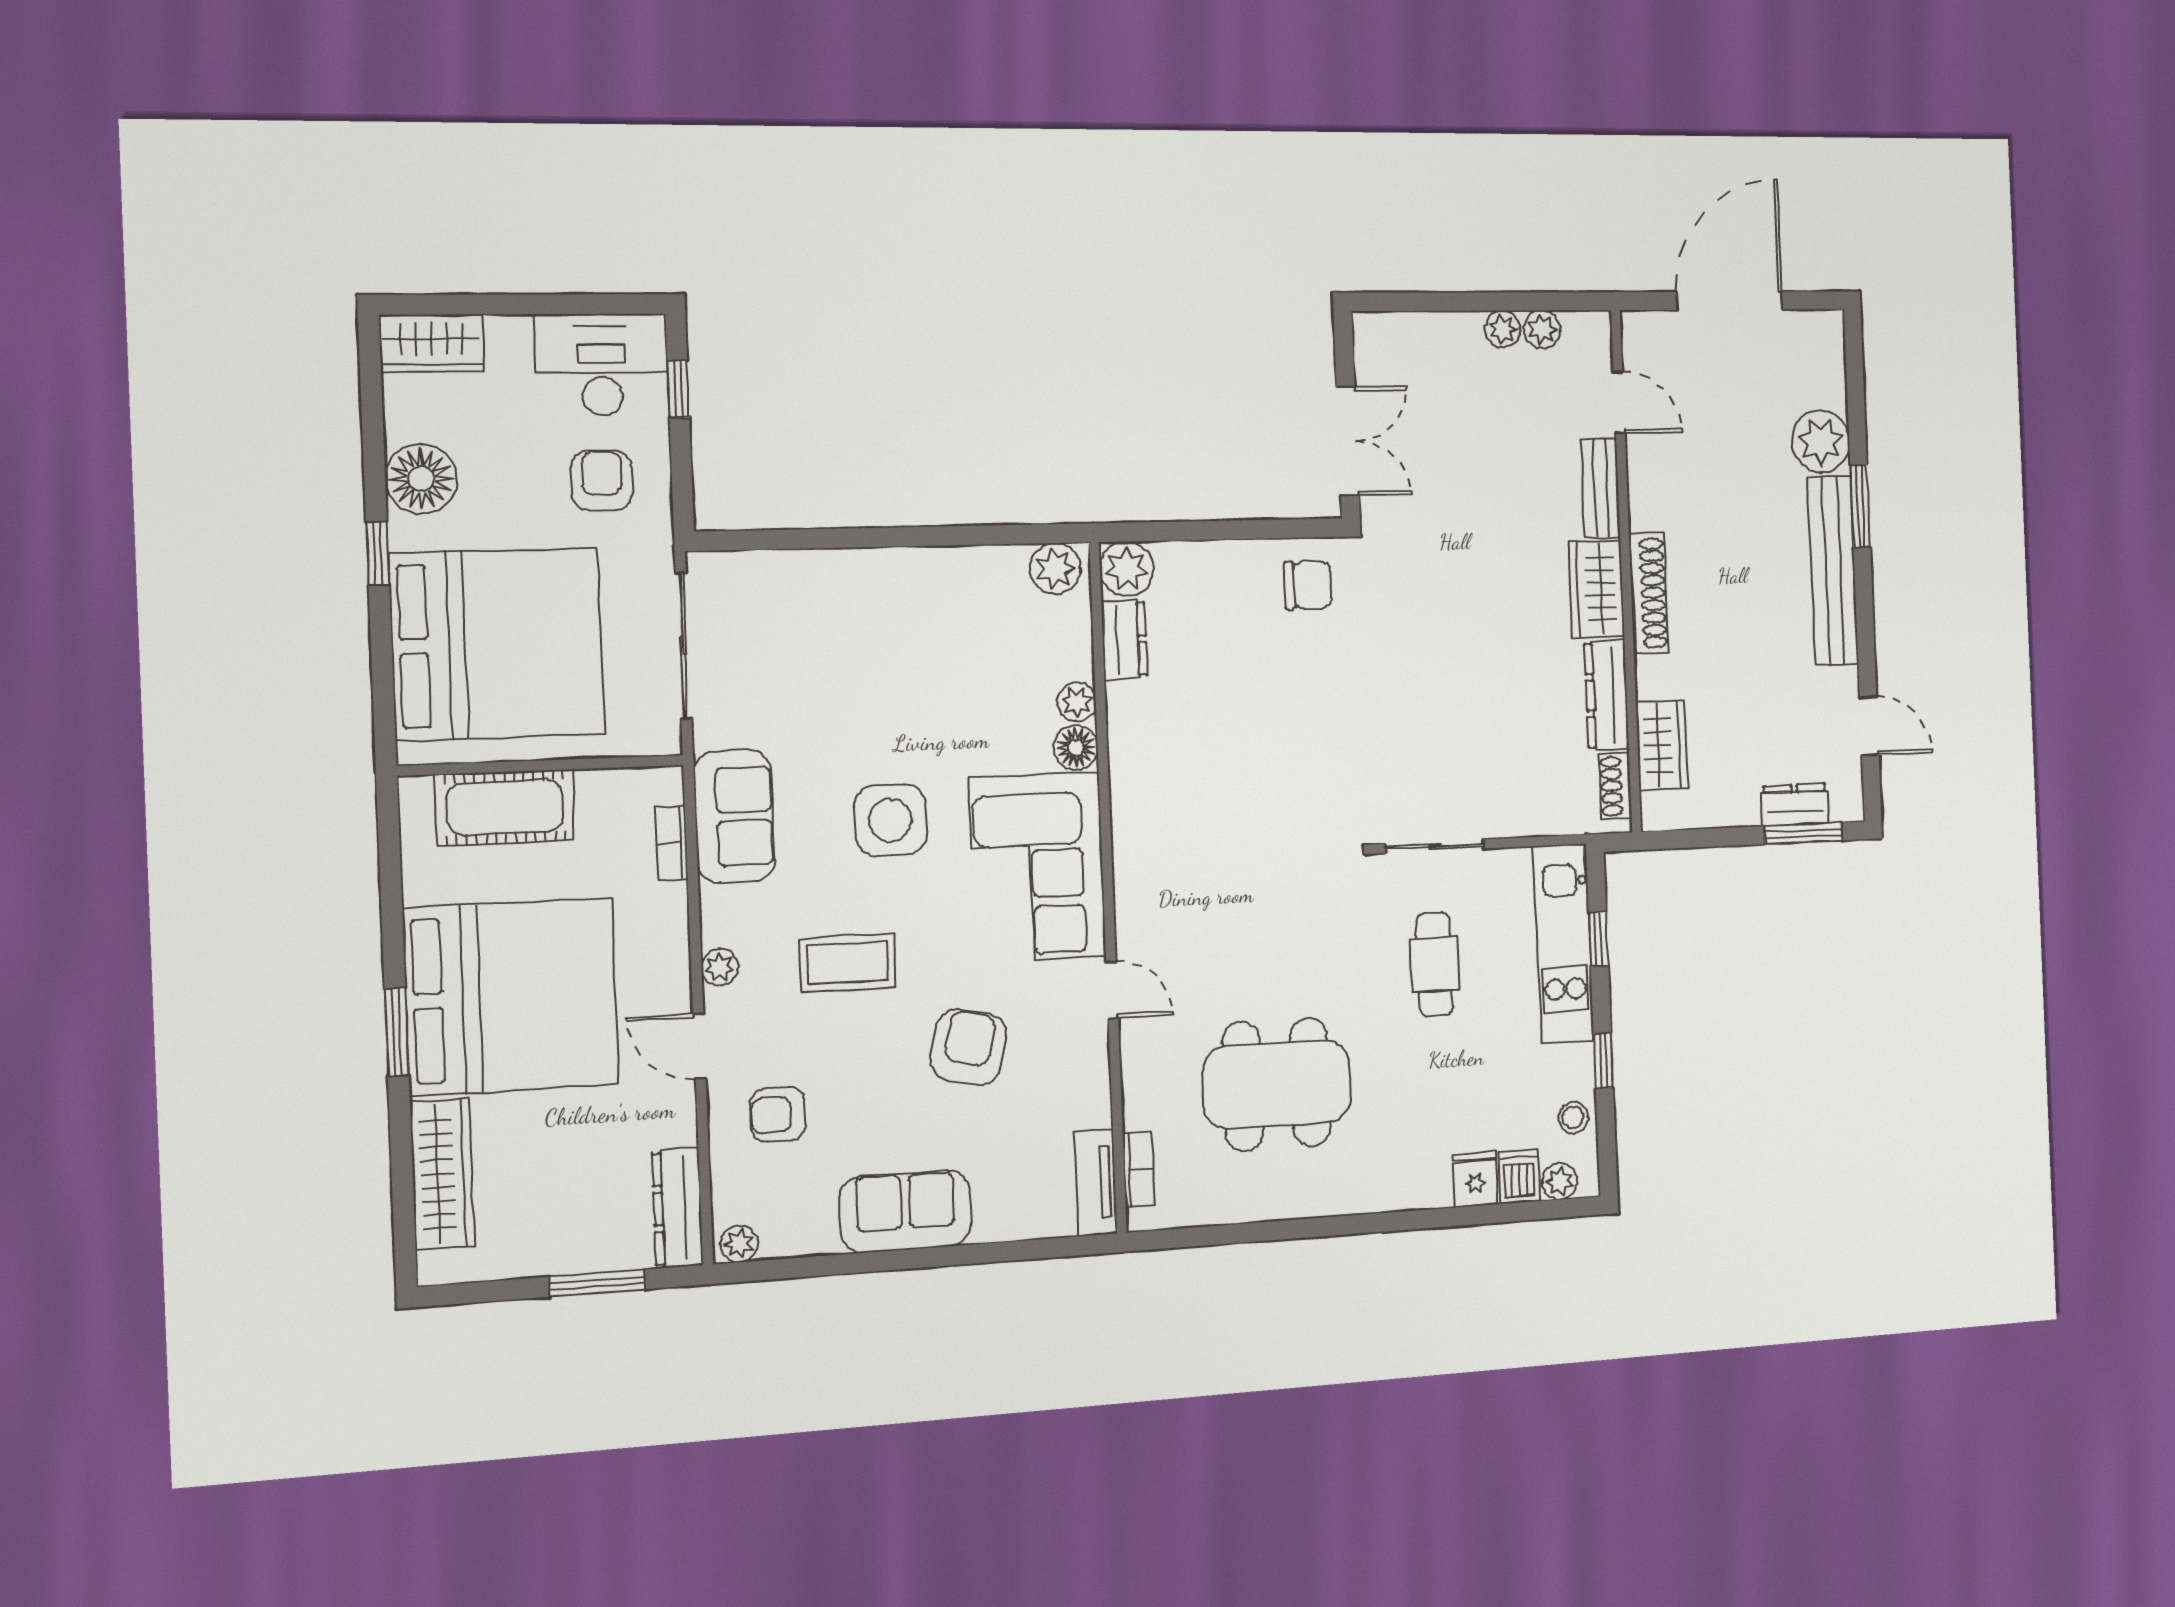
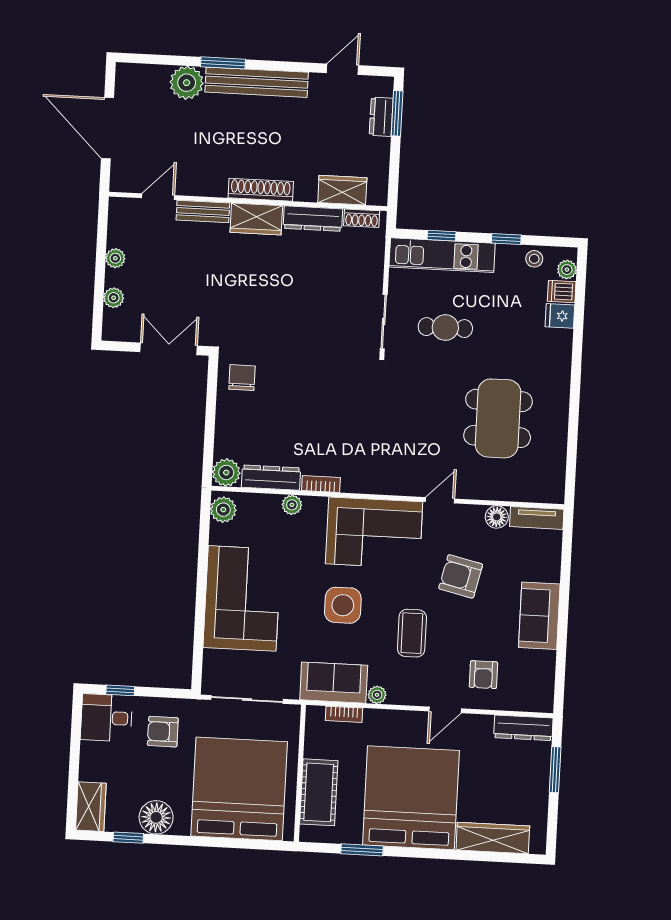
plant: (1542, 330) -> (114, 298), moved
desk: (602, 365) -> (107, 718), width x0.73
window: (378, 553) -> (128, 838), moved
corner sofa: (885, 619) -> (242, 598), added
dresser: (1124, 639) -> (271, 478), width x1.44
floor lamp: (1076, 748) -> (497, 517), moved
plant: (720, 967) -> (377, 695), moved
window: (397, 1032) -> (362, 850), moved
bookcase: (1138, 1169) -> (321, 484), moved
plant: (739, 1244) -> (545, 699), removed

